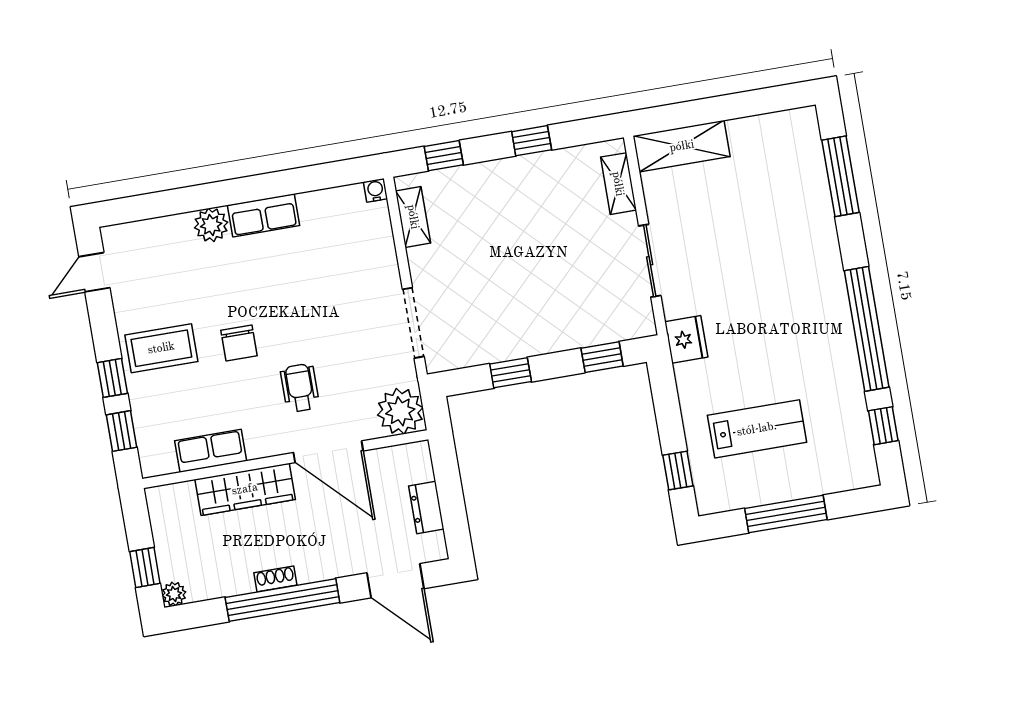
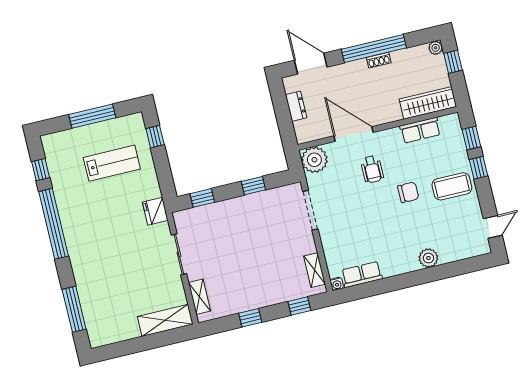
row of seats: (264, 215) -> (362, 274), moved
chair: (239, 343) -> (408, 192), turned 90
lab bench: (757, 429) -> (112, 163), turned 180
wardrobe: (245, 489) -> (428, 103), moved

